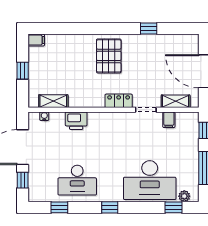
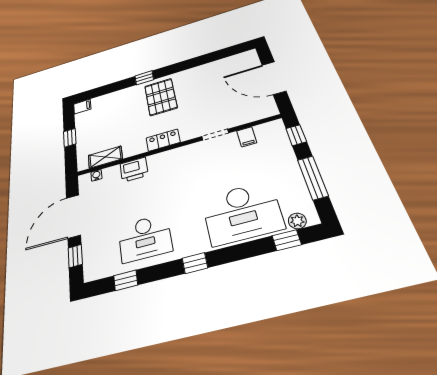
window: (149, 28) -> (144, 78), moved
locker: (119, 101) -> (163, 140), moved
shelving: (176, 101) -> (249, 116), removed

